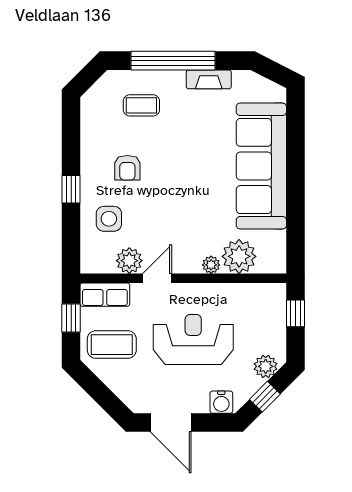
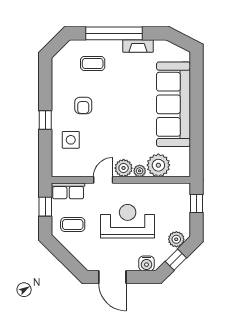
plant: (129, 261) -> (124, 168), moved
coffee table: (112, 345) -> (73, 225), width x0.73, depth x0.77

